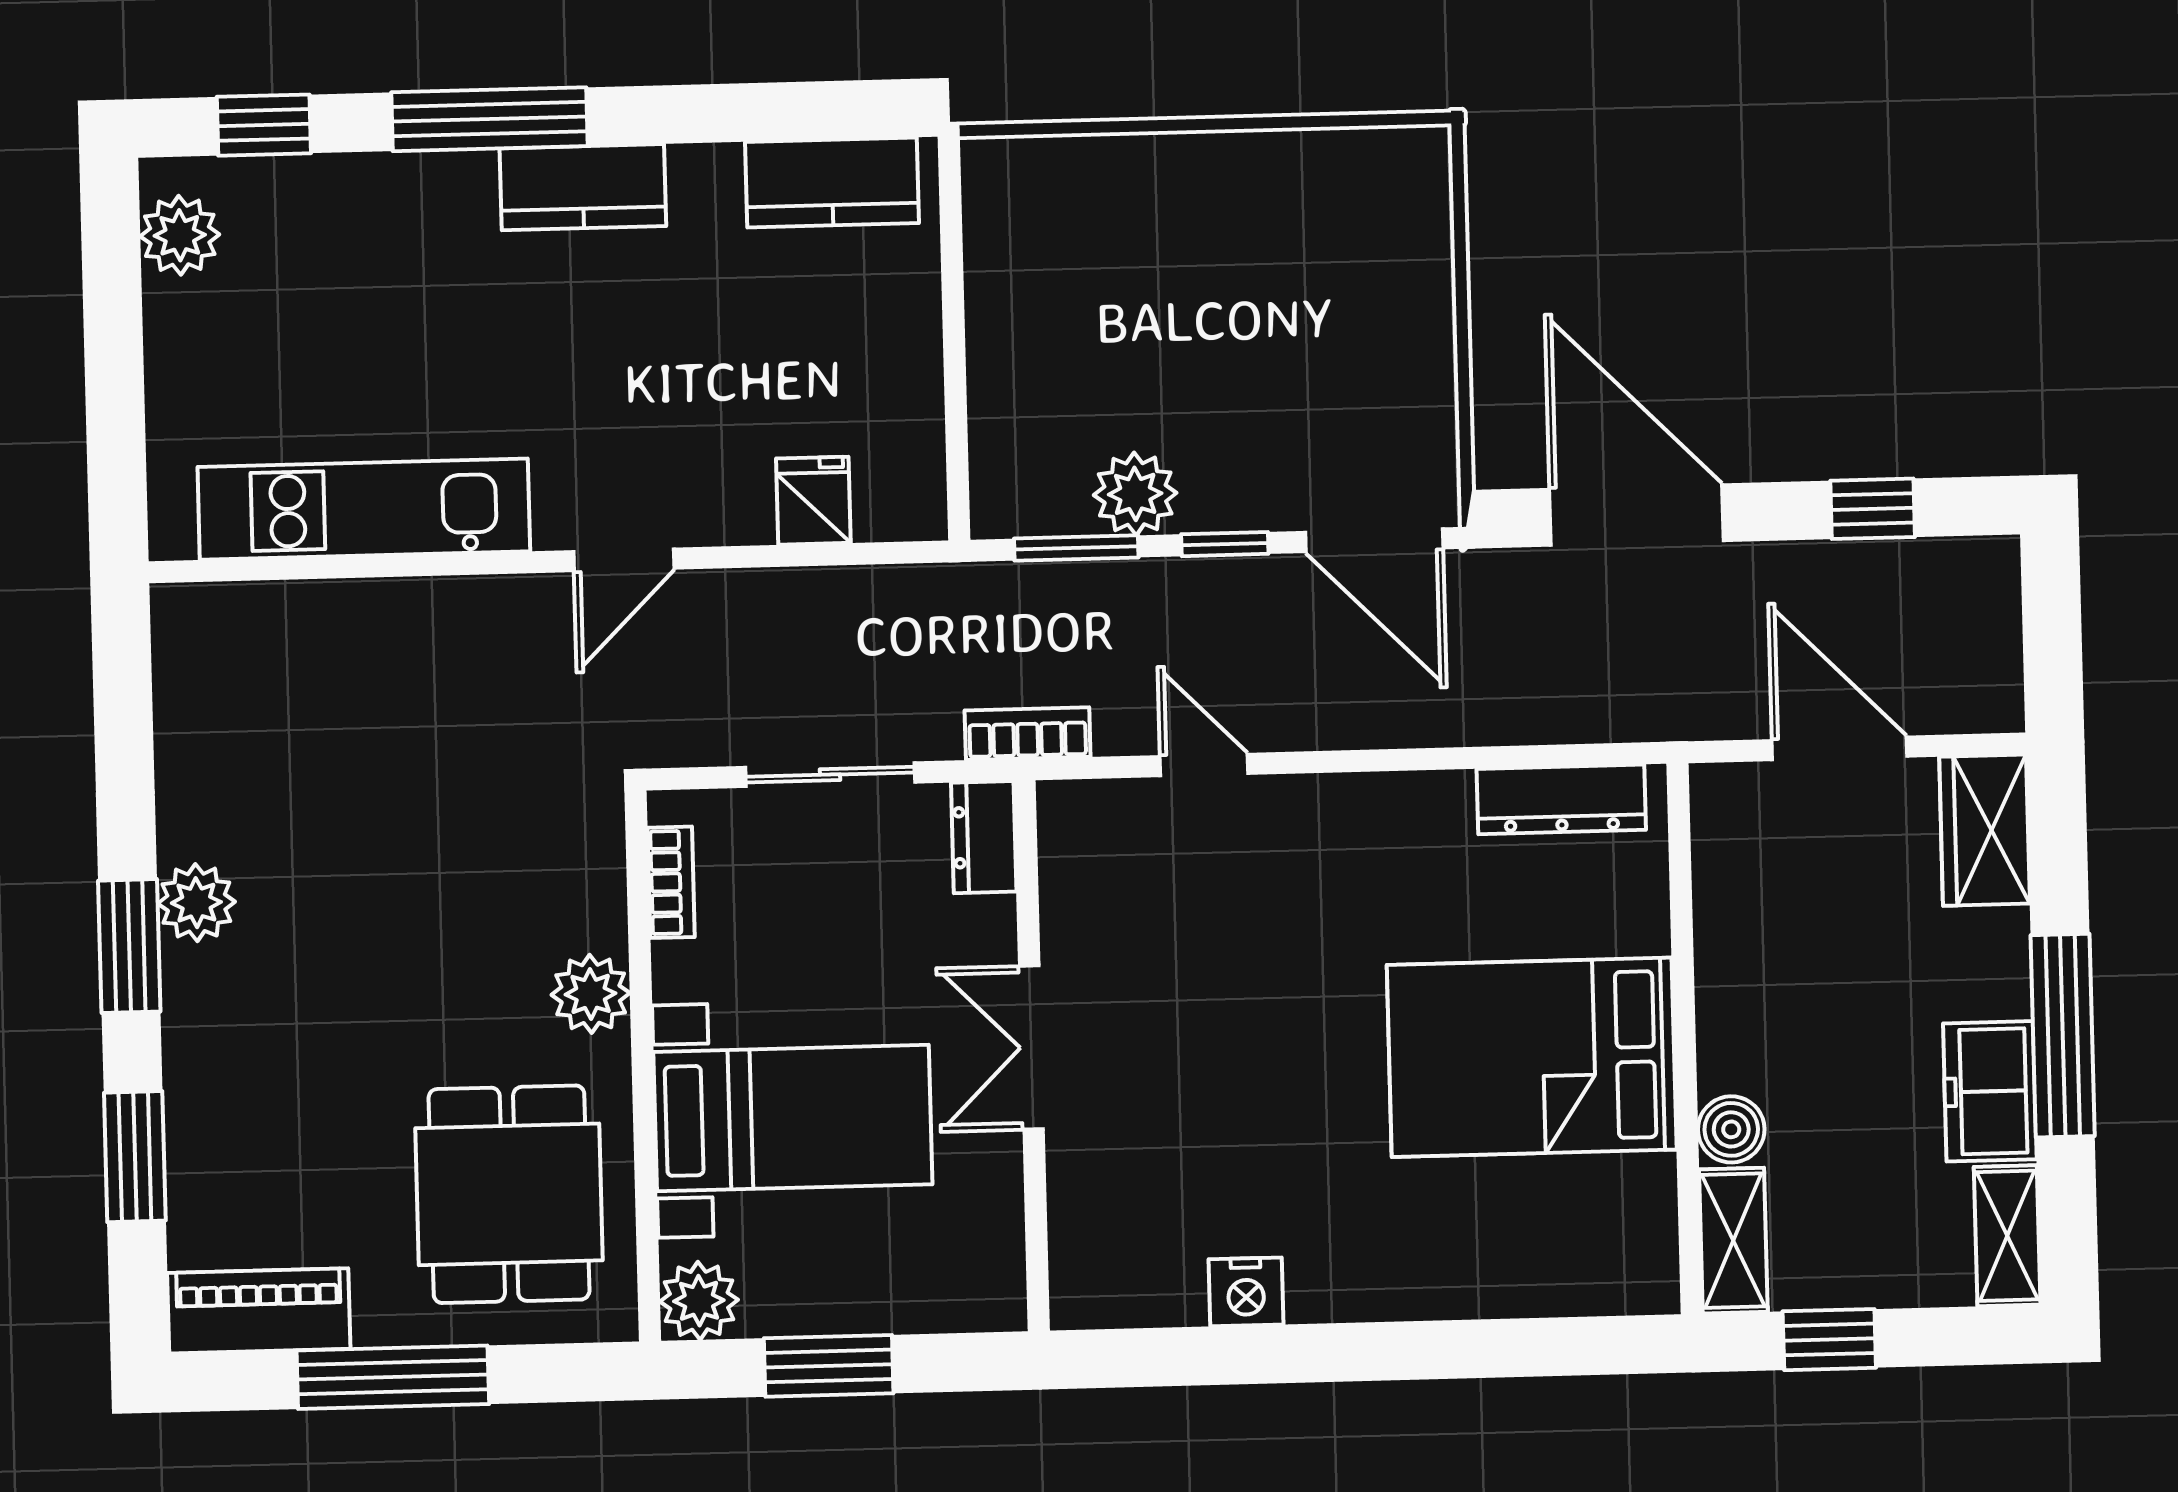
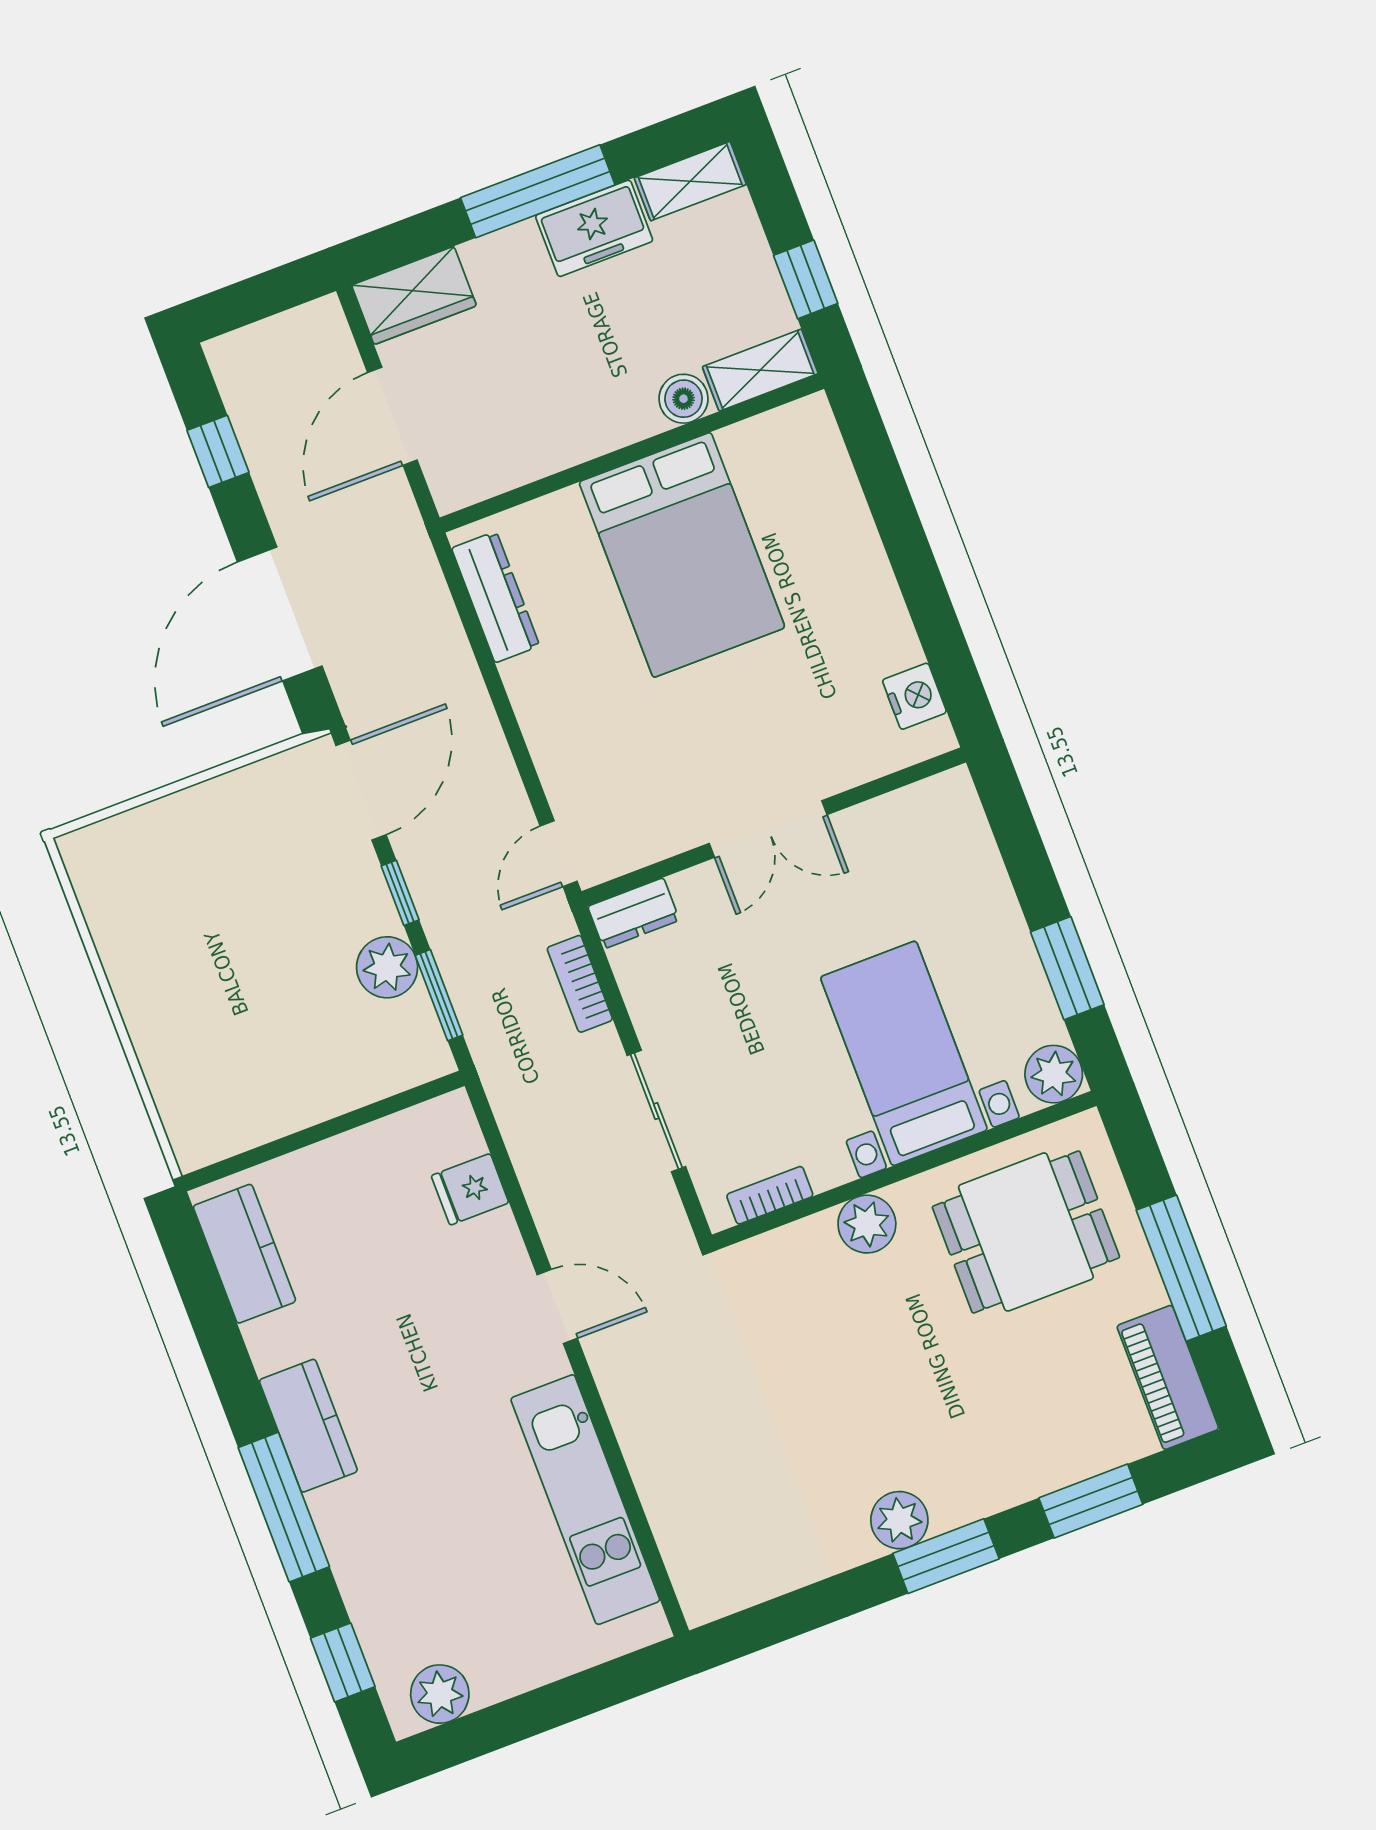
dresser: (984, 837) -> (634, 913), moved
double door: (1031, 1048) -> (768, 829), moved
wall: (1032, 1056) -> (774, 827), moved

